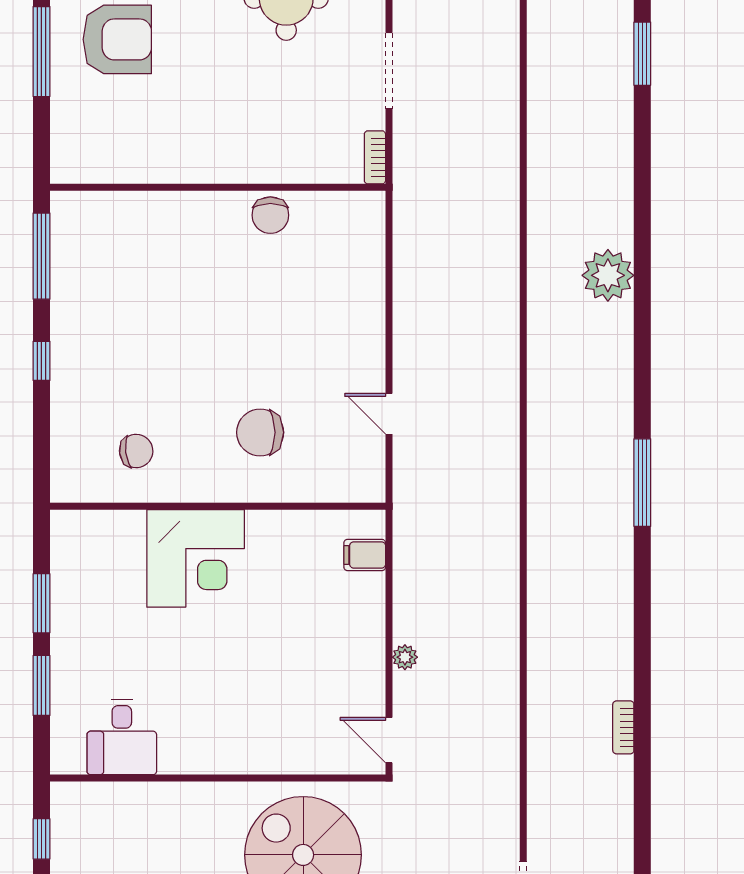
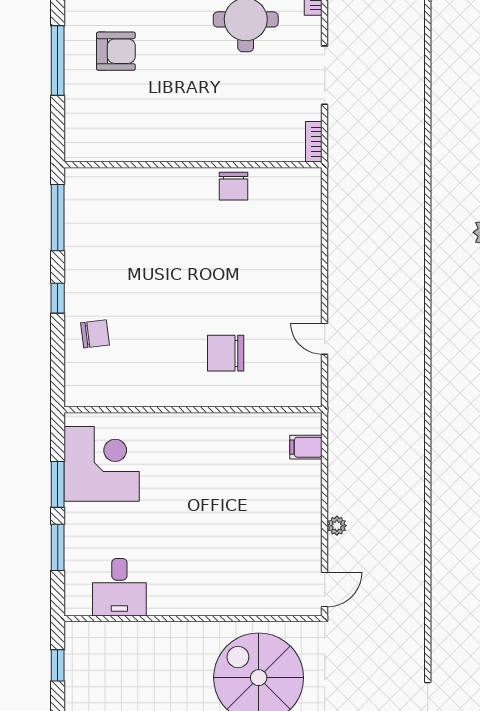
armchair: (117, 39) -> (116, 51), width x0.73, depth x0.73
chair: (136, 451) -> (95, 334), moved
corner desk: (196, 558) -> (102, 464), moved, turned -90
door: (389, 740) -> (325, 589), swing flipped

